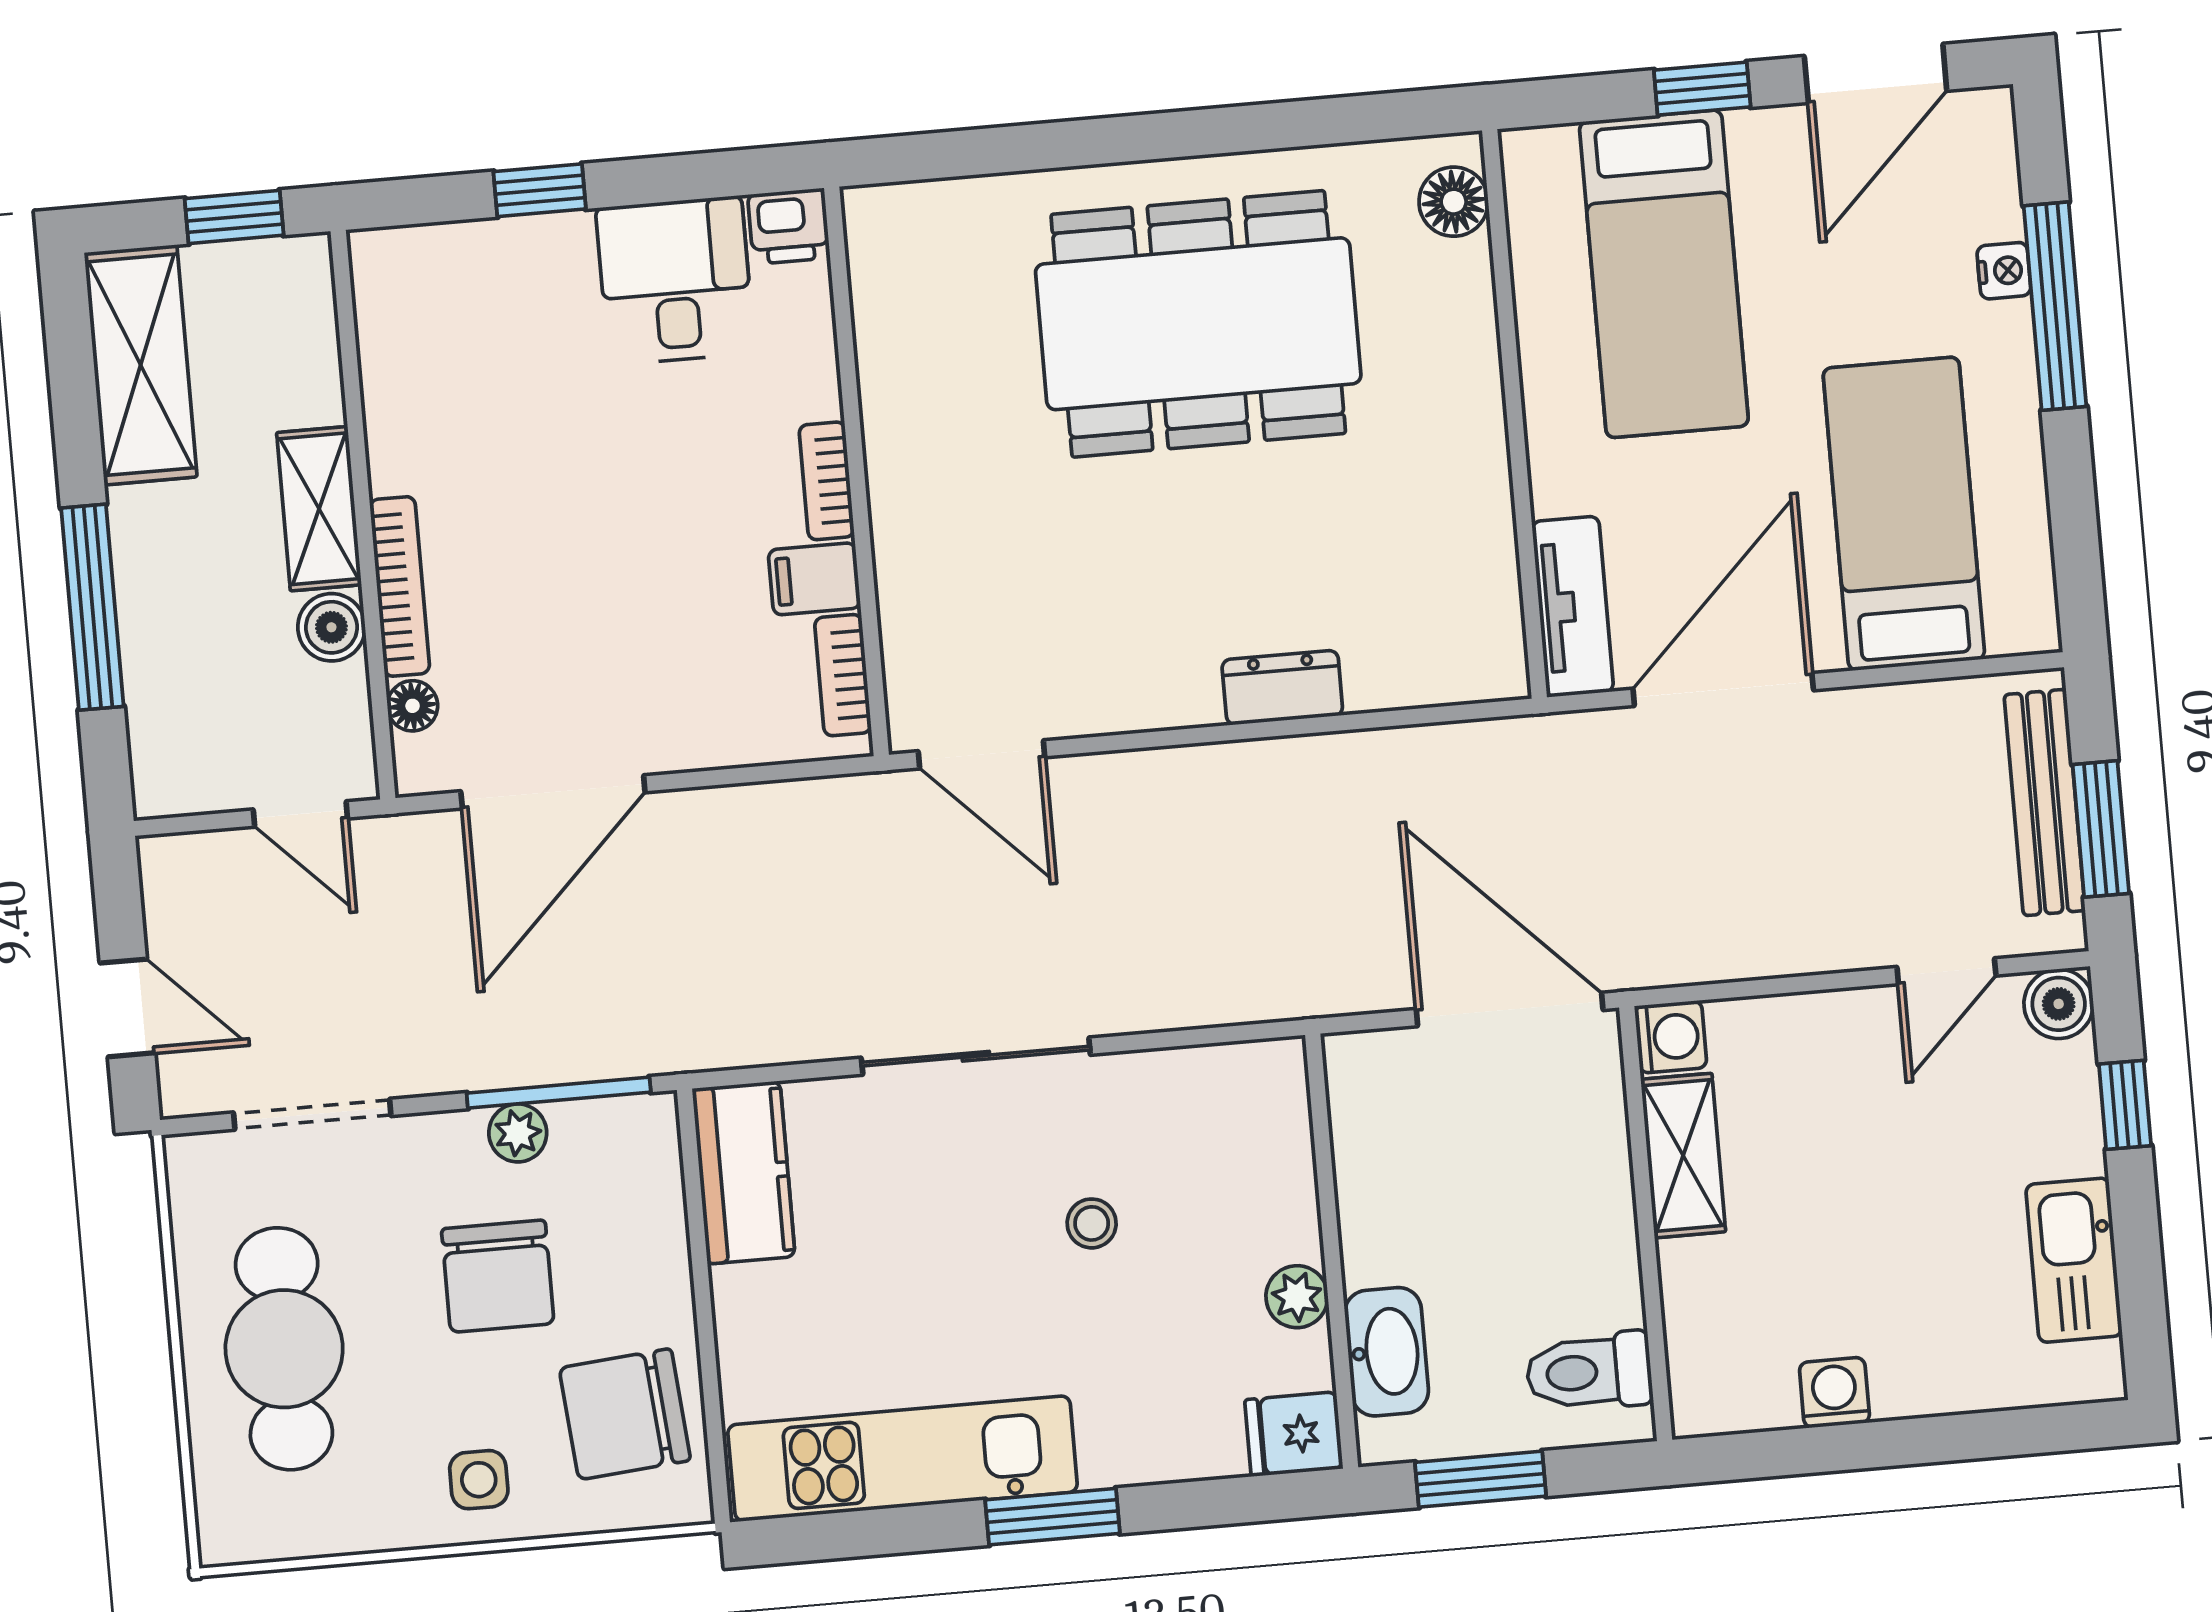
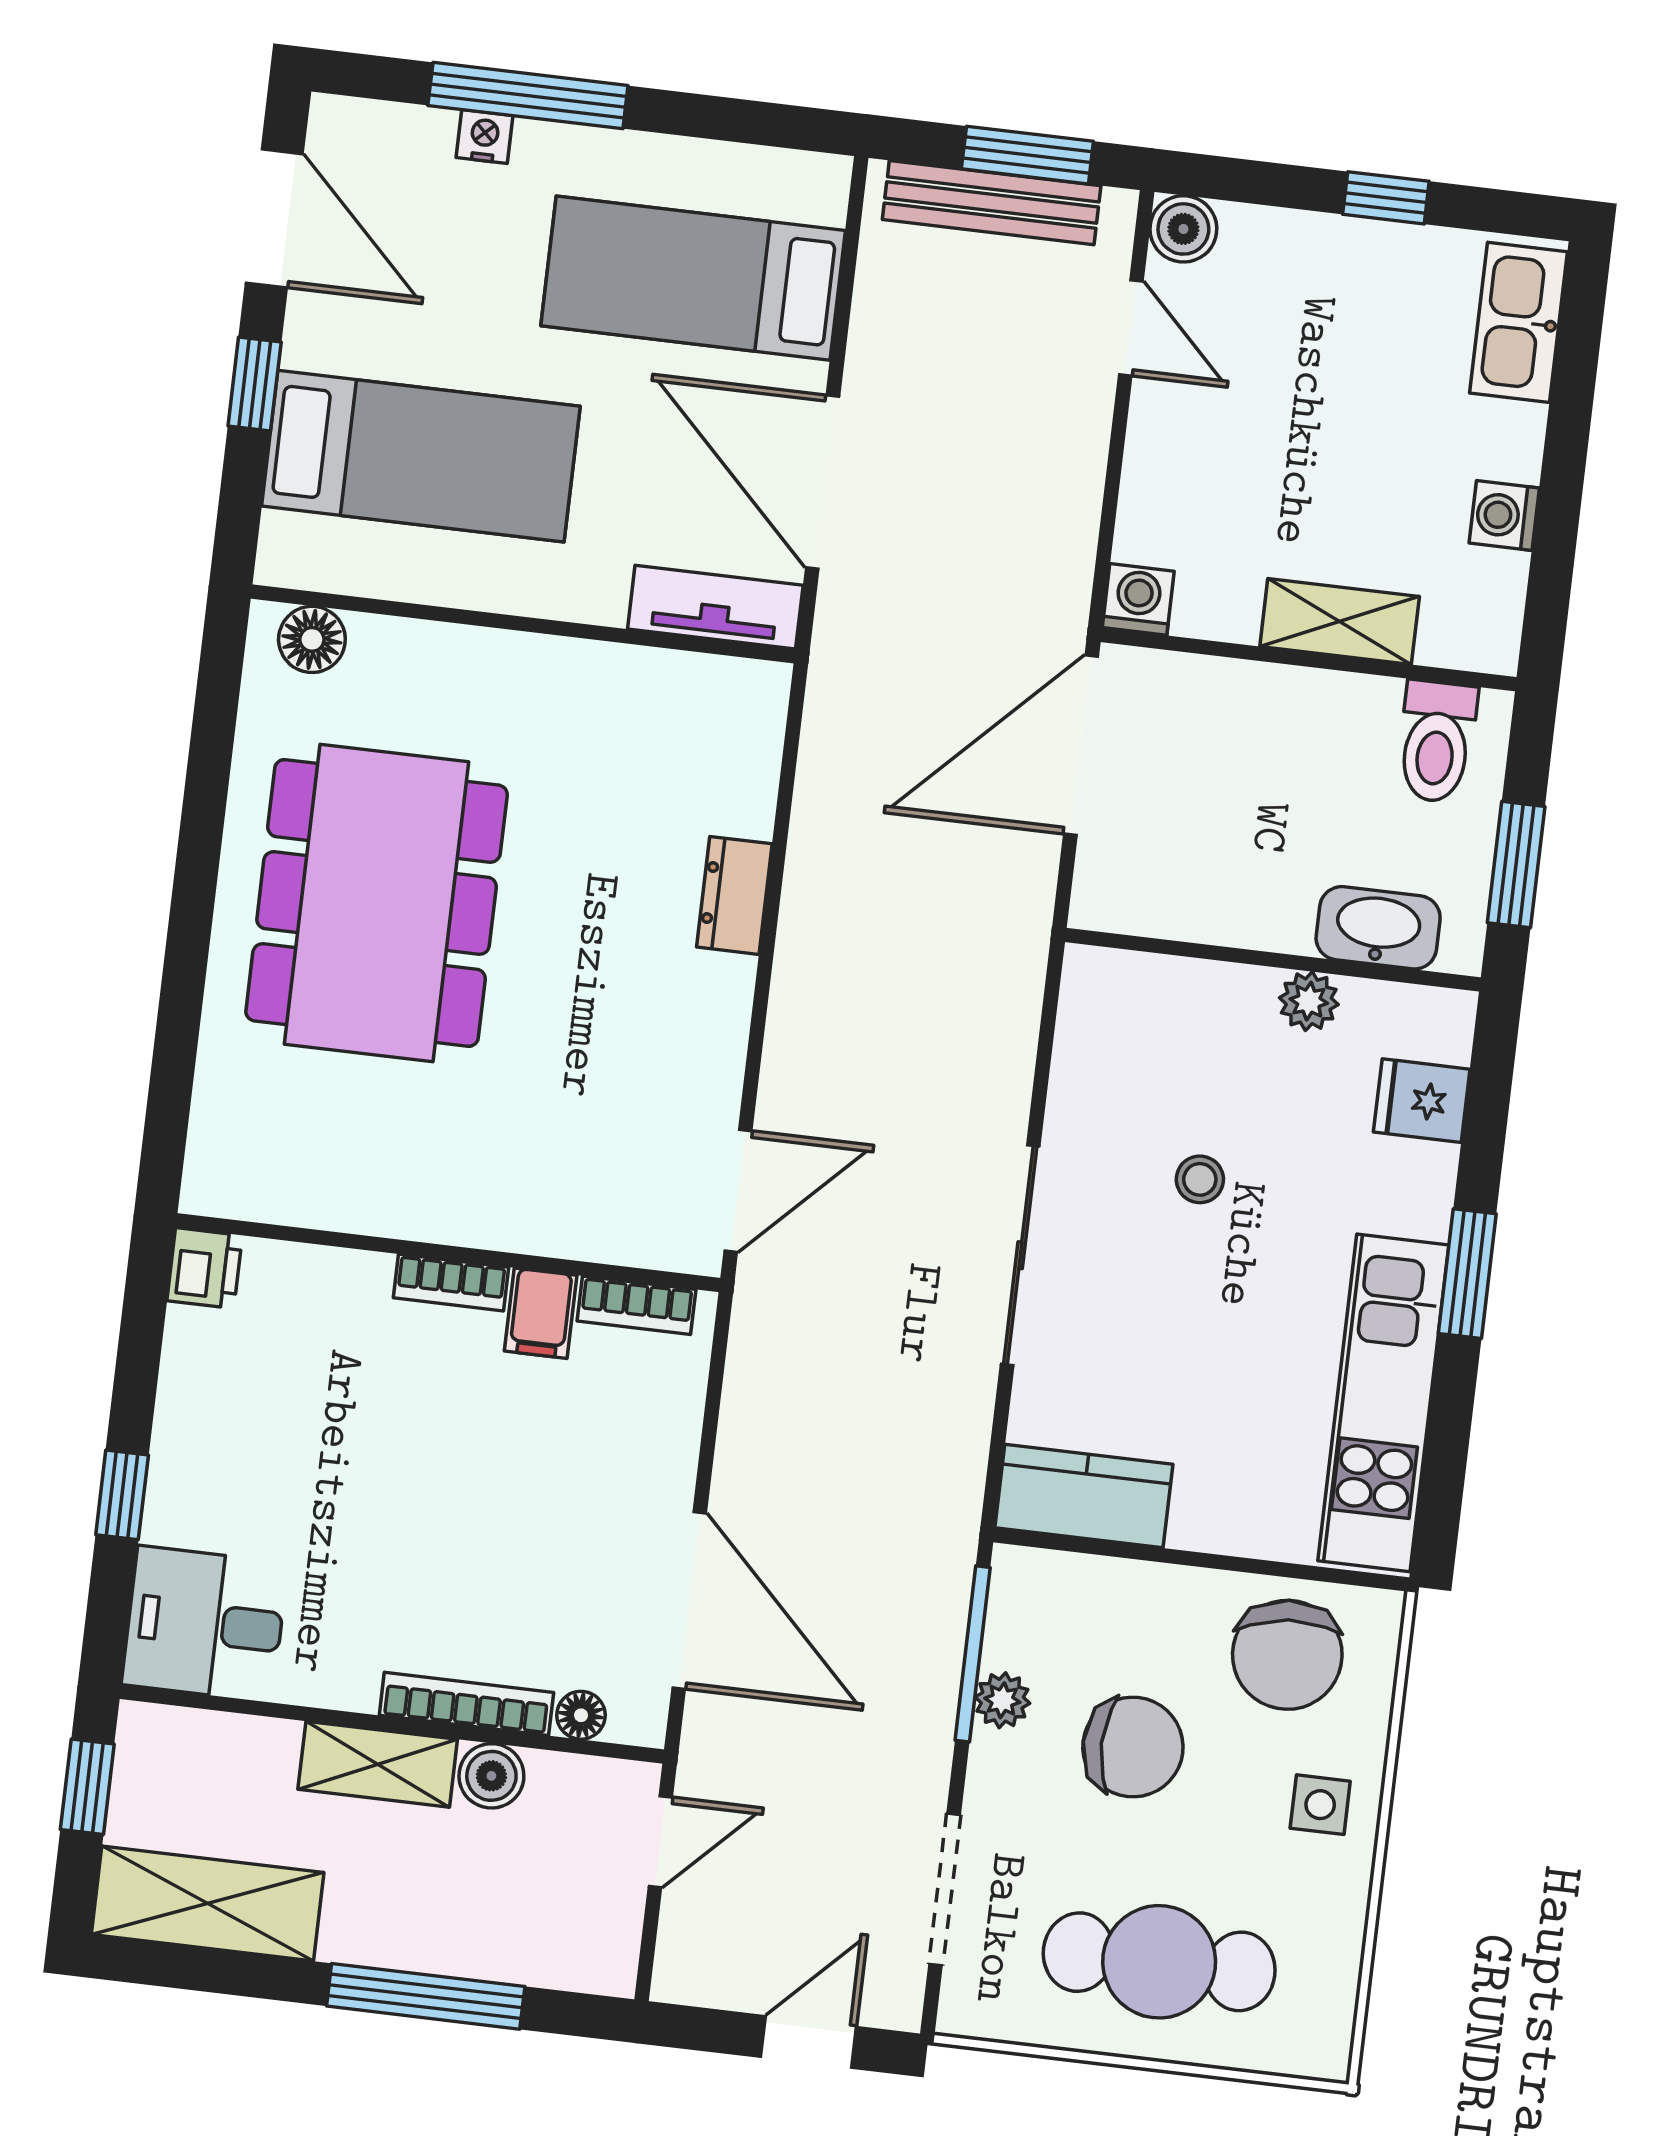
desk: (675, 280) -> (205, 1624), moved
window: (2125, 1105) -> (1386, 198), moved
shelving: (1683, 1156) -> (1340, 621), moved
kitchen sink: (2074, 1260) -> (1519, 322), moved, turned 90
fridge: (1294, 1434) -> (1422, 1101), moved, turned 90

